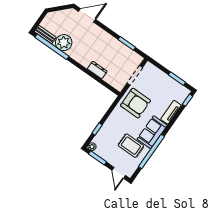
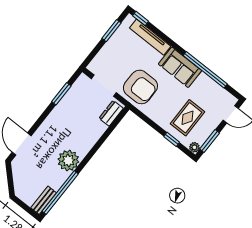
plant: (64, 43) -> (68, 161), moved
dresser: (97, 70) -> (111, 113), moved
armchair: (135, 103) -> (140, 87), turned 90
tv unit: (171, 112) -> (150, 37), width x1.41
rug: (131, 146) -> (188, 118), moved

